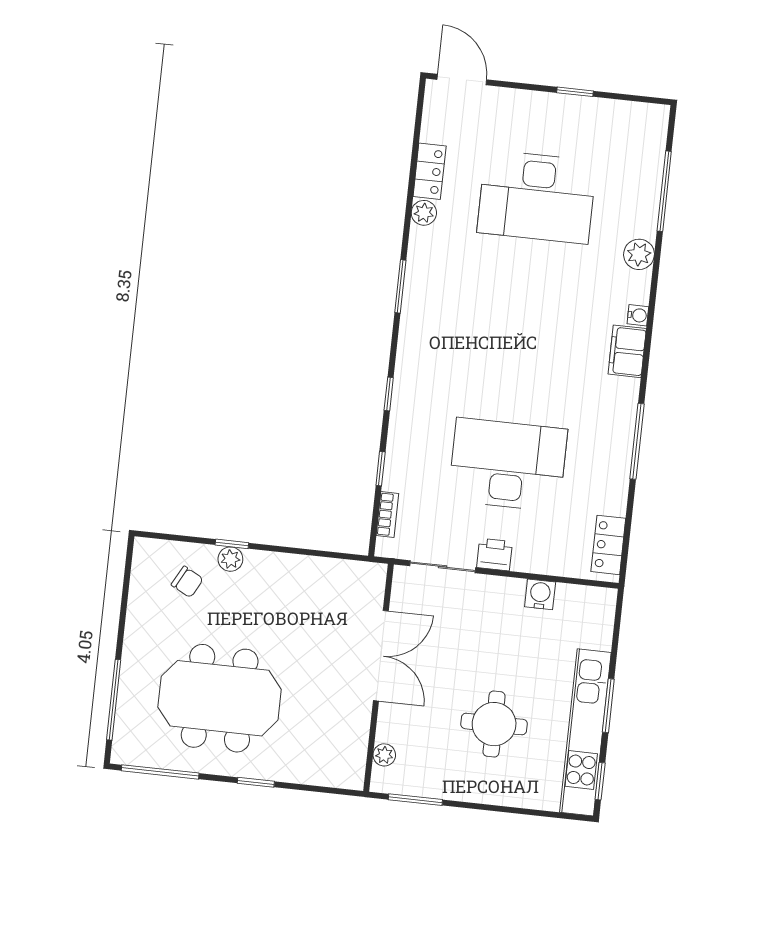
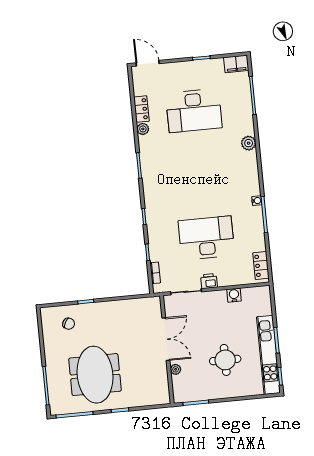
plant: (639, 254) -> (249, 143), moved
water cooler: (638, 315) -> (257, 201), moved
filing cabinet: (627, 351) -> (236, 64), moved, turned -90
plant: (230, 559) -> (87, 309), removed
meeting table: (220, 698) -> (95, 375), turned 90
plant: (384, 755) -> (176, 369), moved

